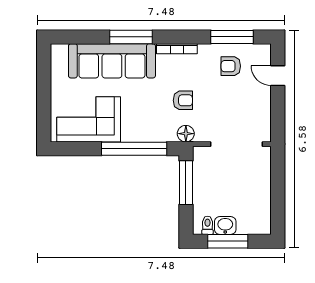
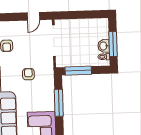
door: (278, 76) -> (33, 16), moved
floor lamp: (186, 134) -> (49, 72), removed
window: (134, 149) -> (59, 103), width x0.68

